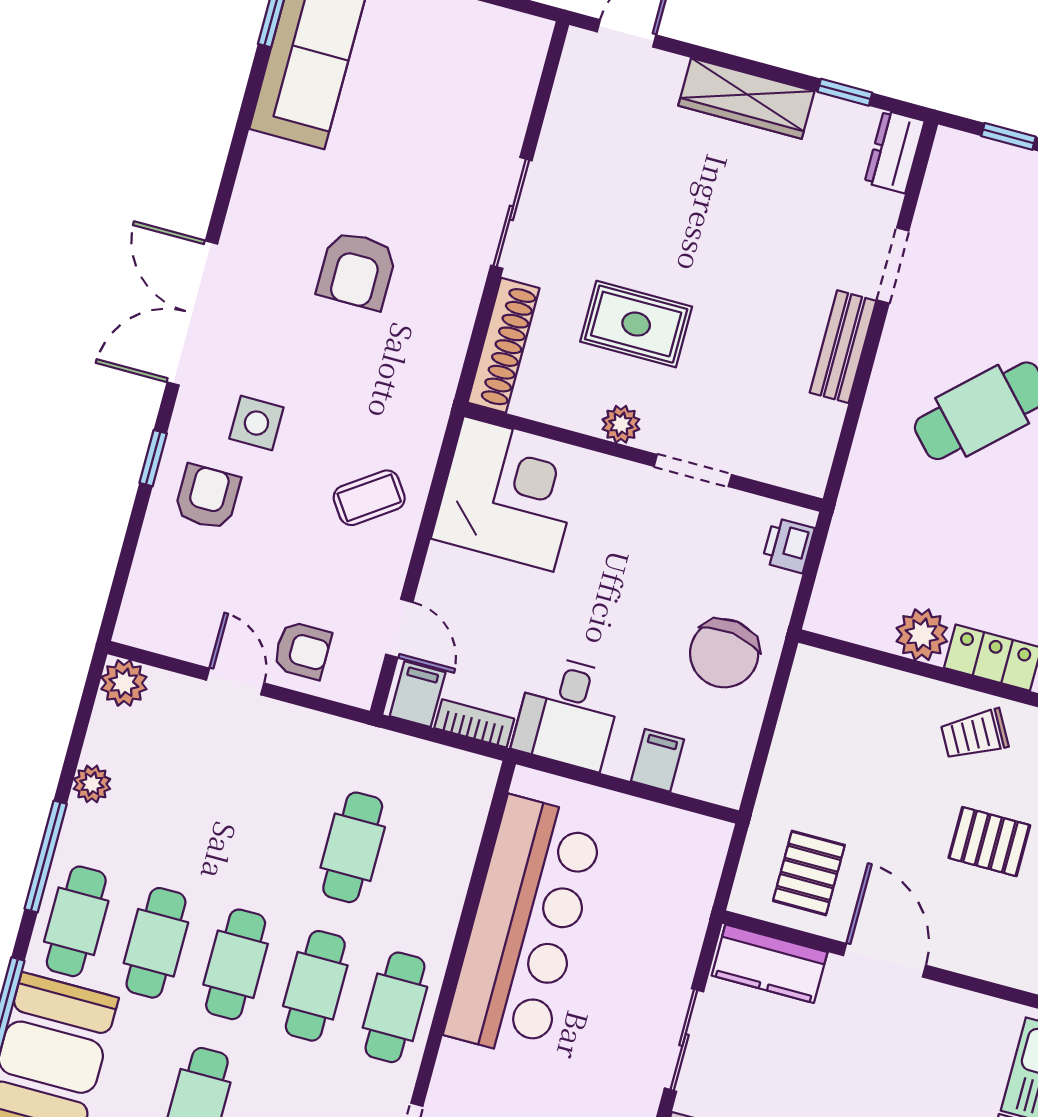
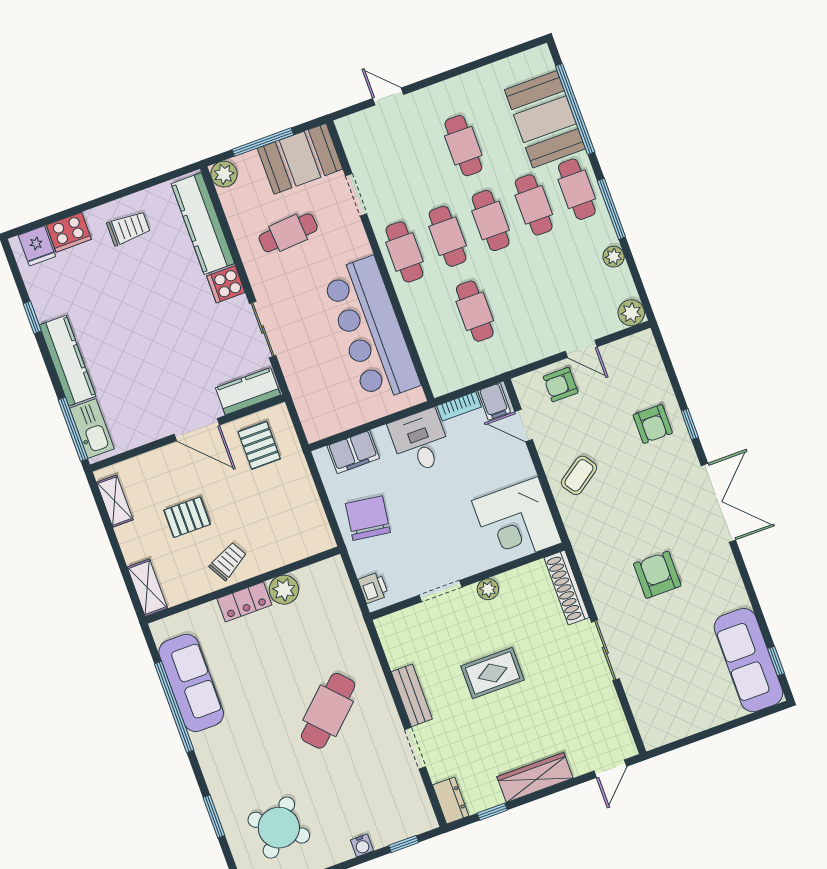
rug: (636, 324) -> (493, 673), moved
side table: (256, 423) -> (654, 473), removed
filing cabinet: (657, 760) -> (353, 452), width x2.00

